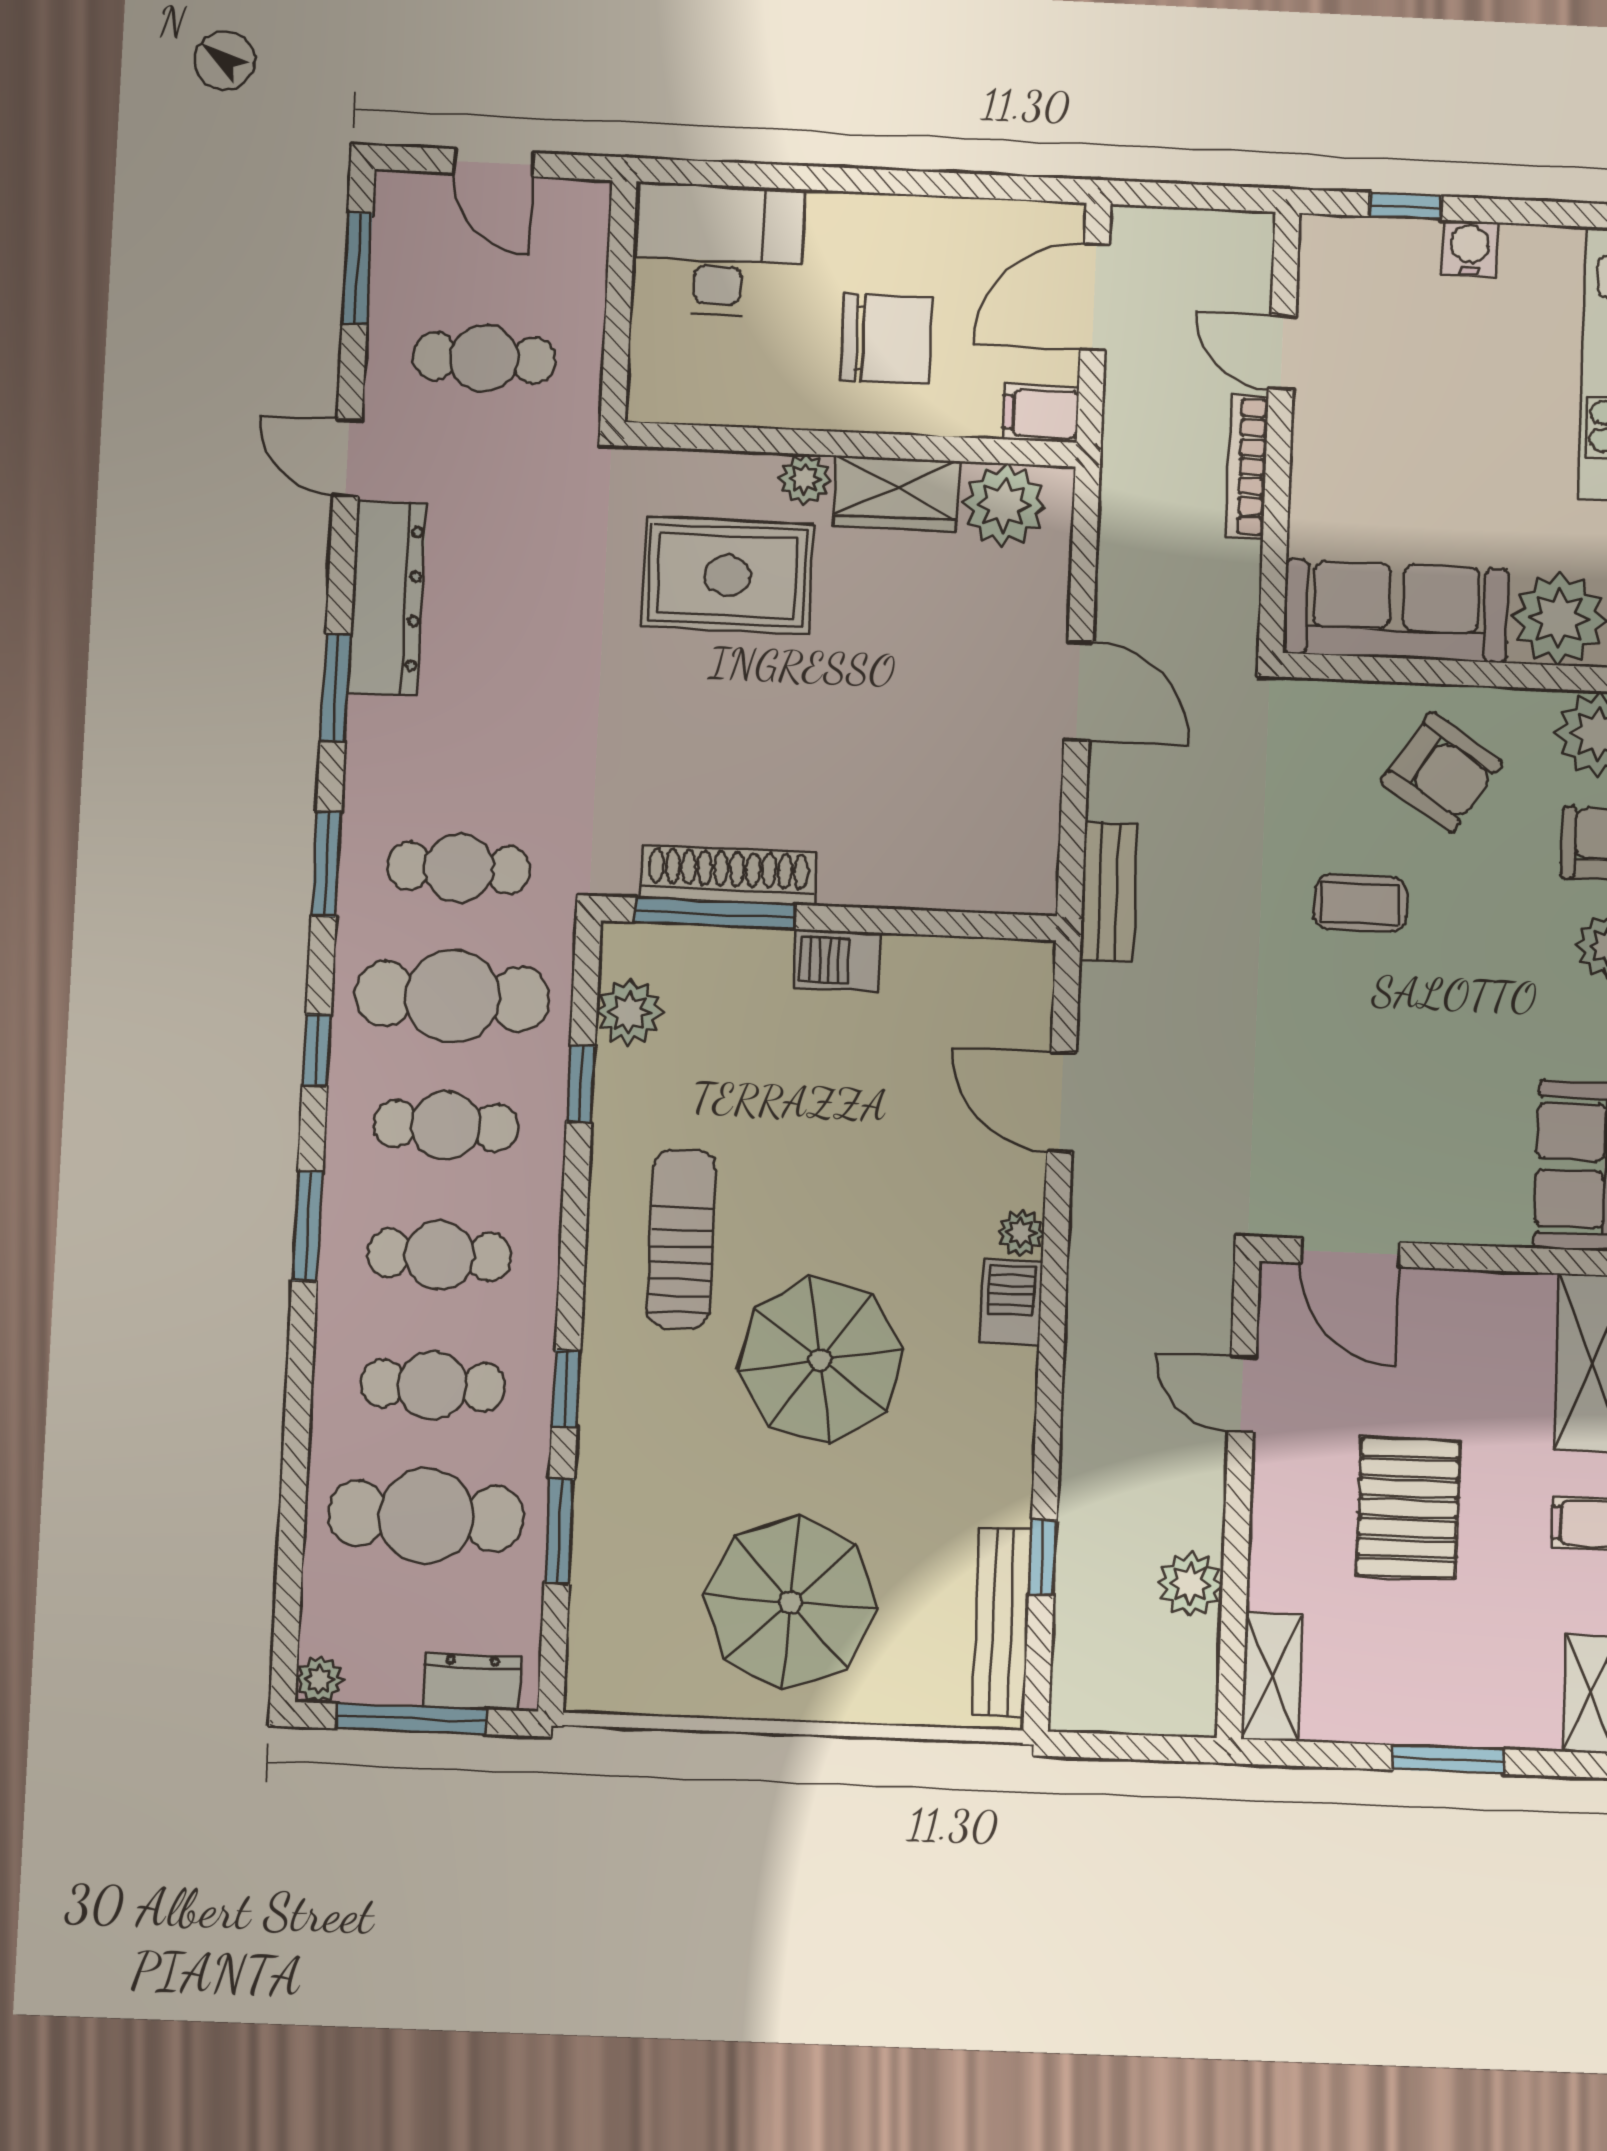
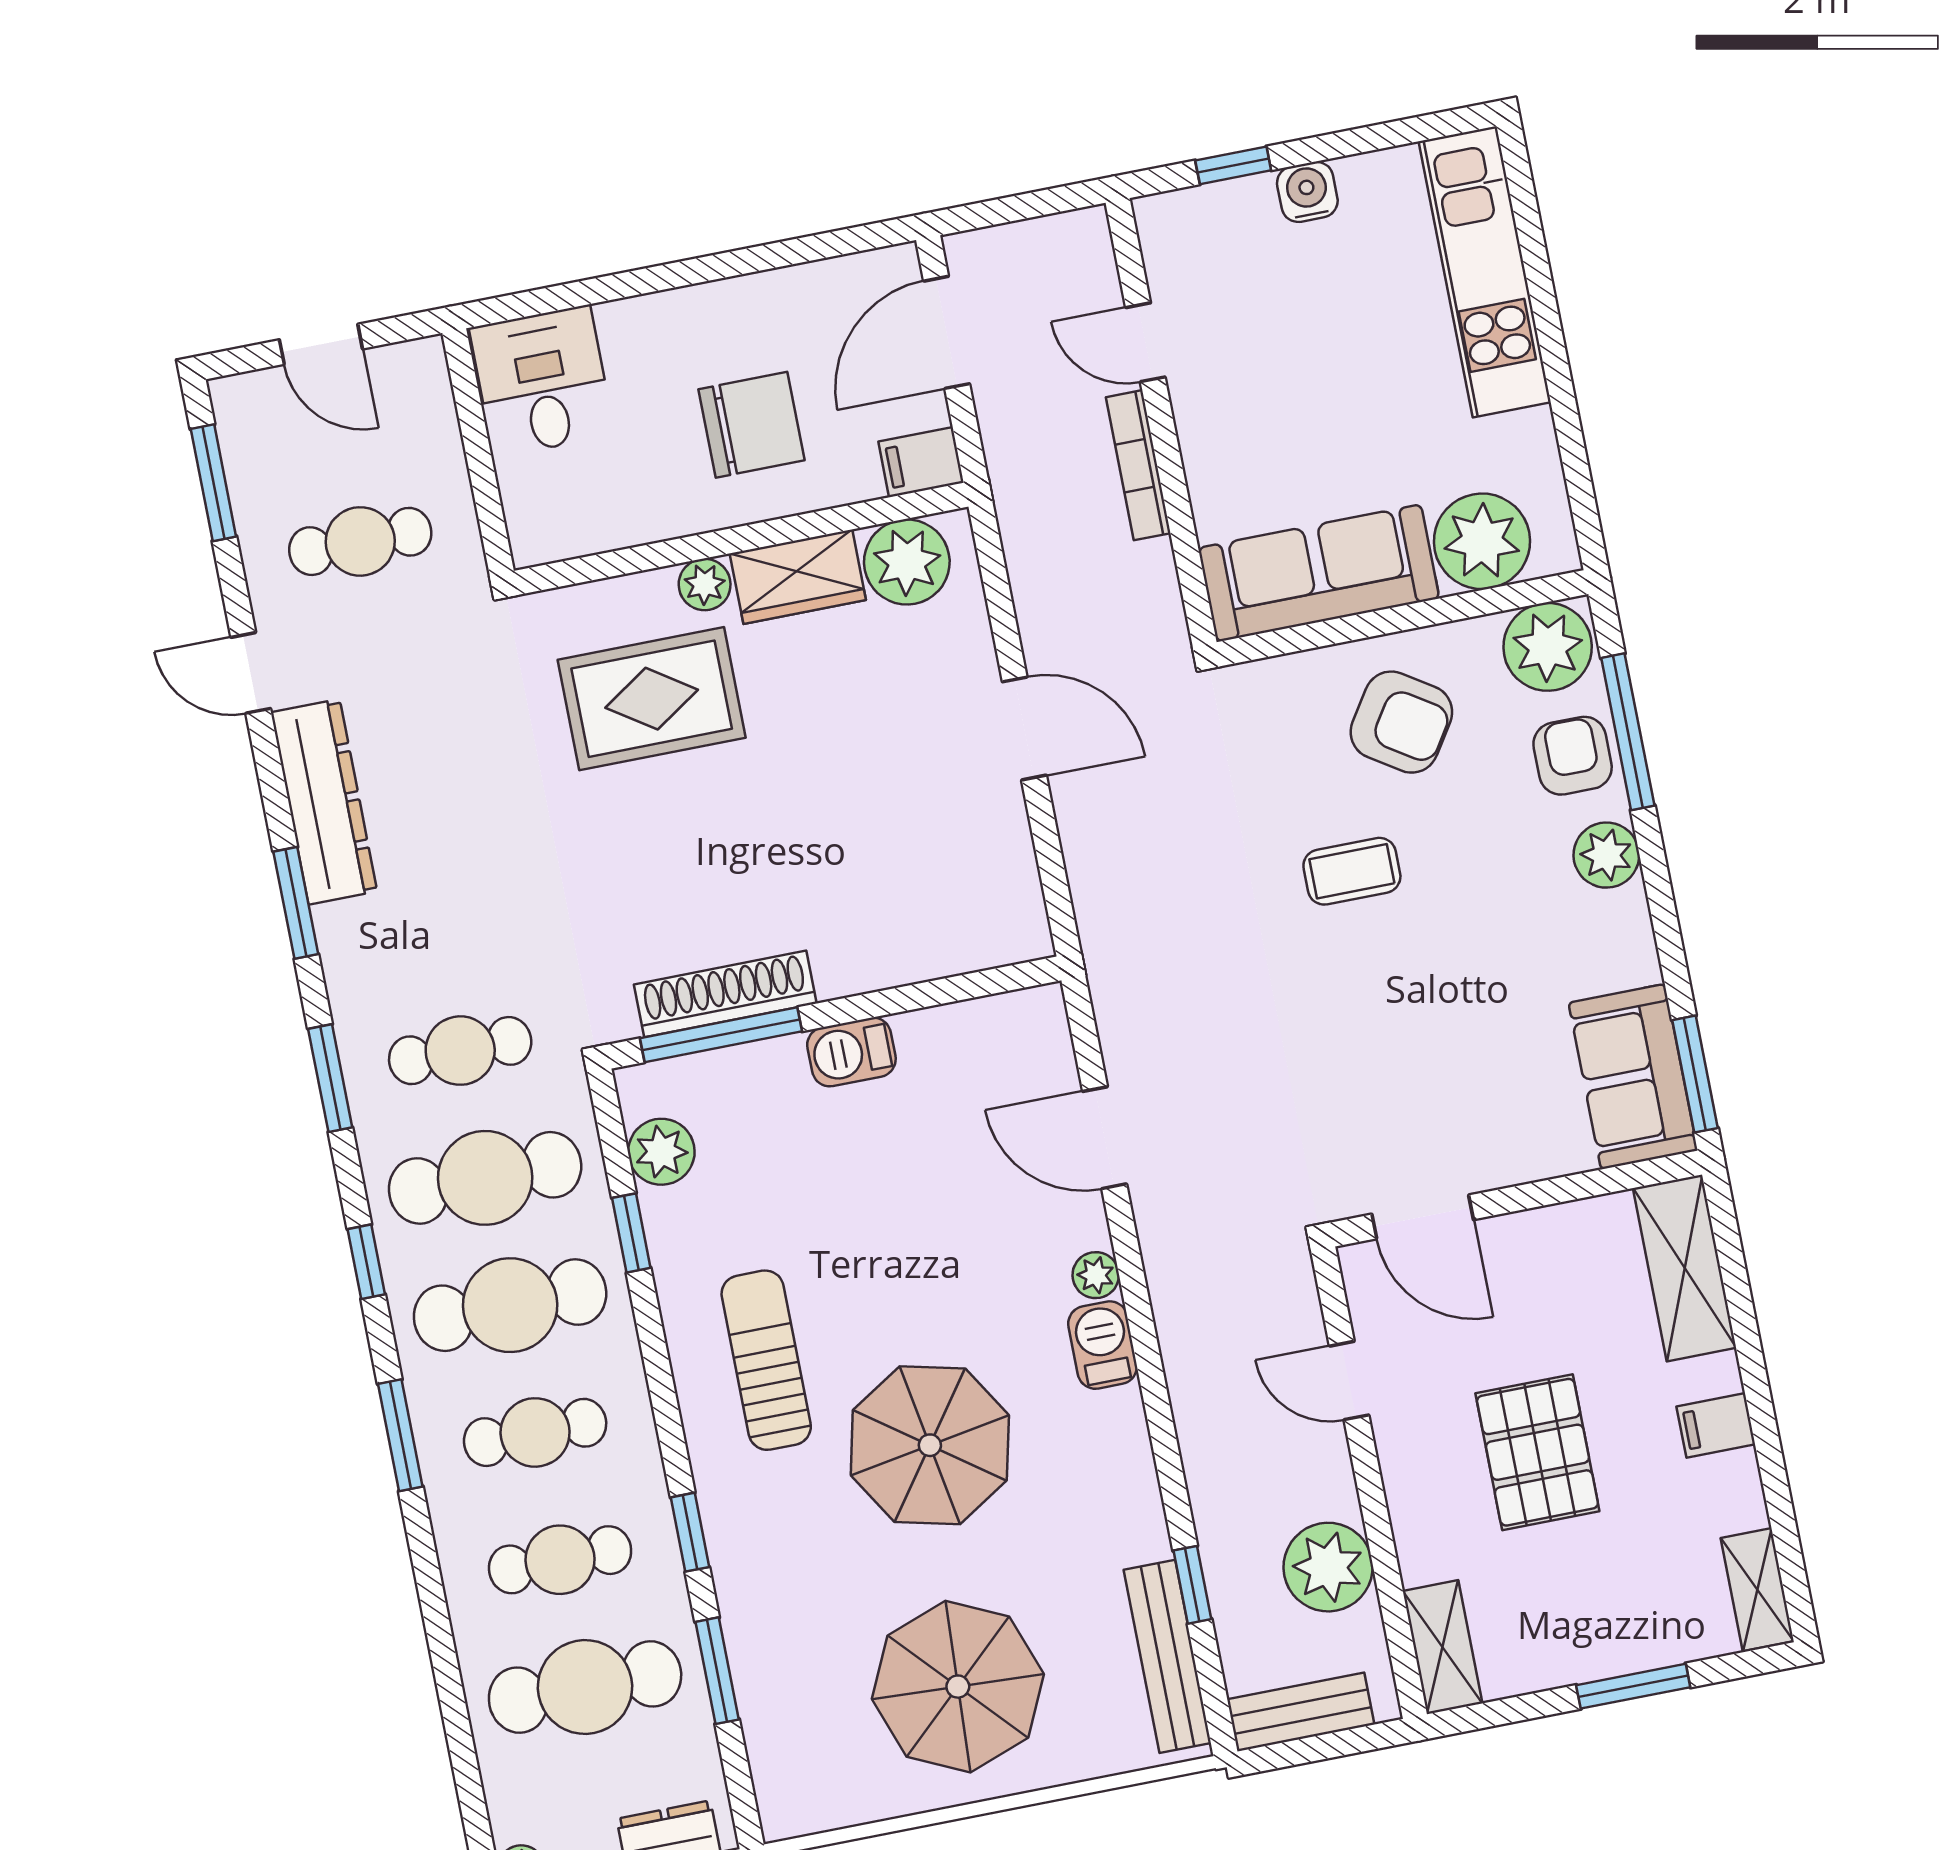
desk: (719, 250) -> (542, 381), width x0.73
bench: (1109, 892) -> (1301, 1712), moved, turned 90
cafe table: (446, 1126) -> (510, 1305), width x1.37, depth x1.35
plant: (1190, 1584) -> (1328, 1567), width x1.36, depth x1.36

